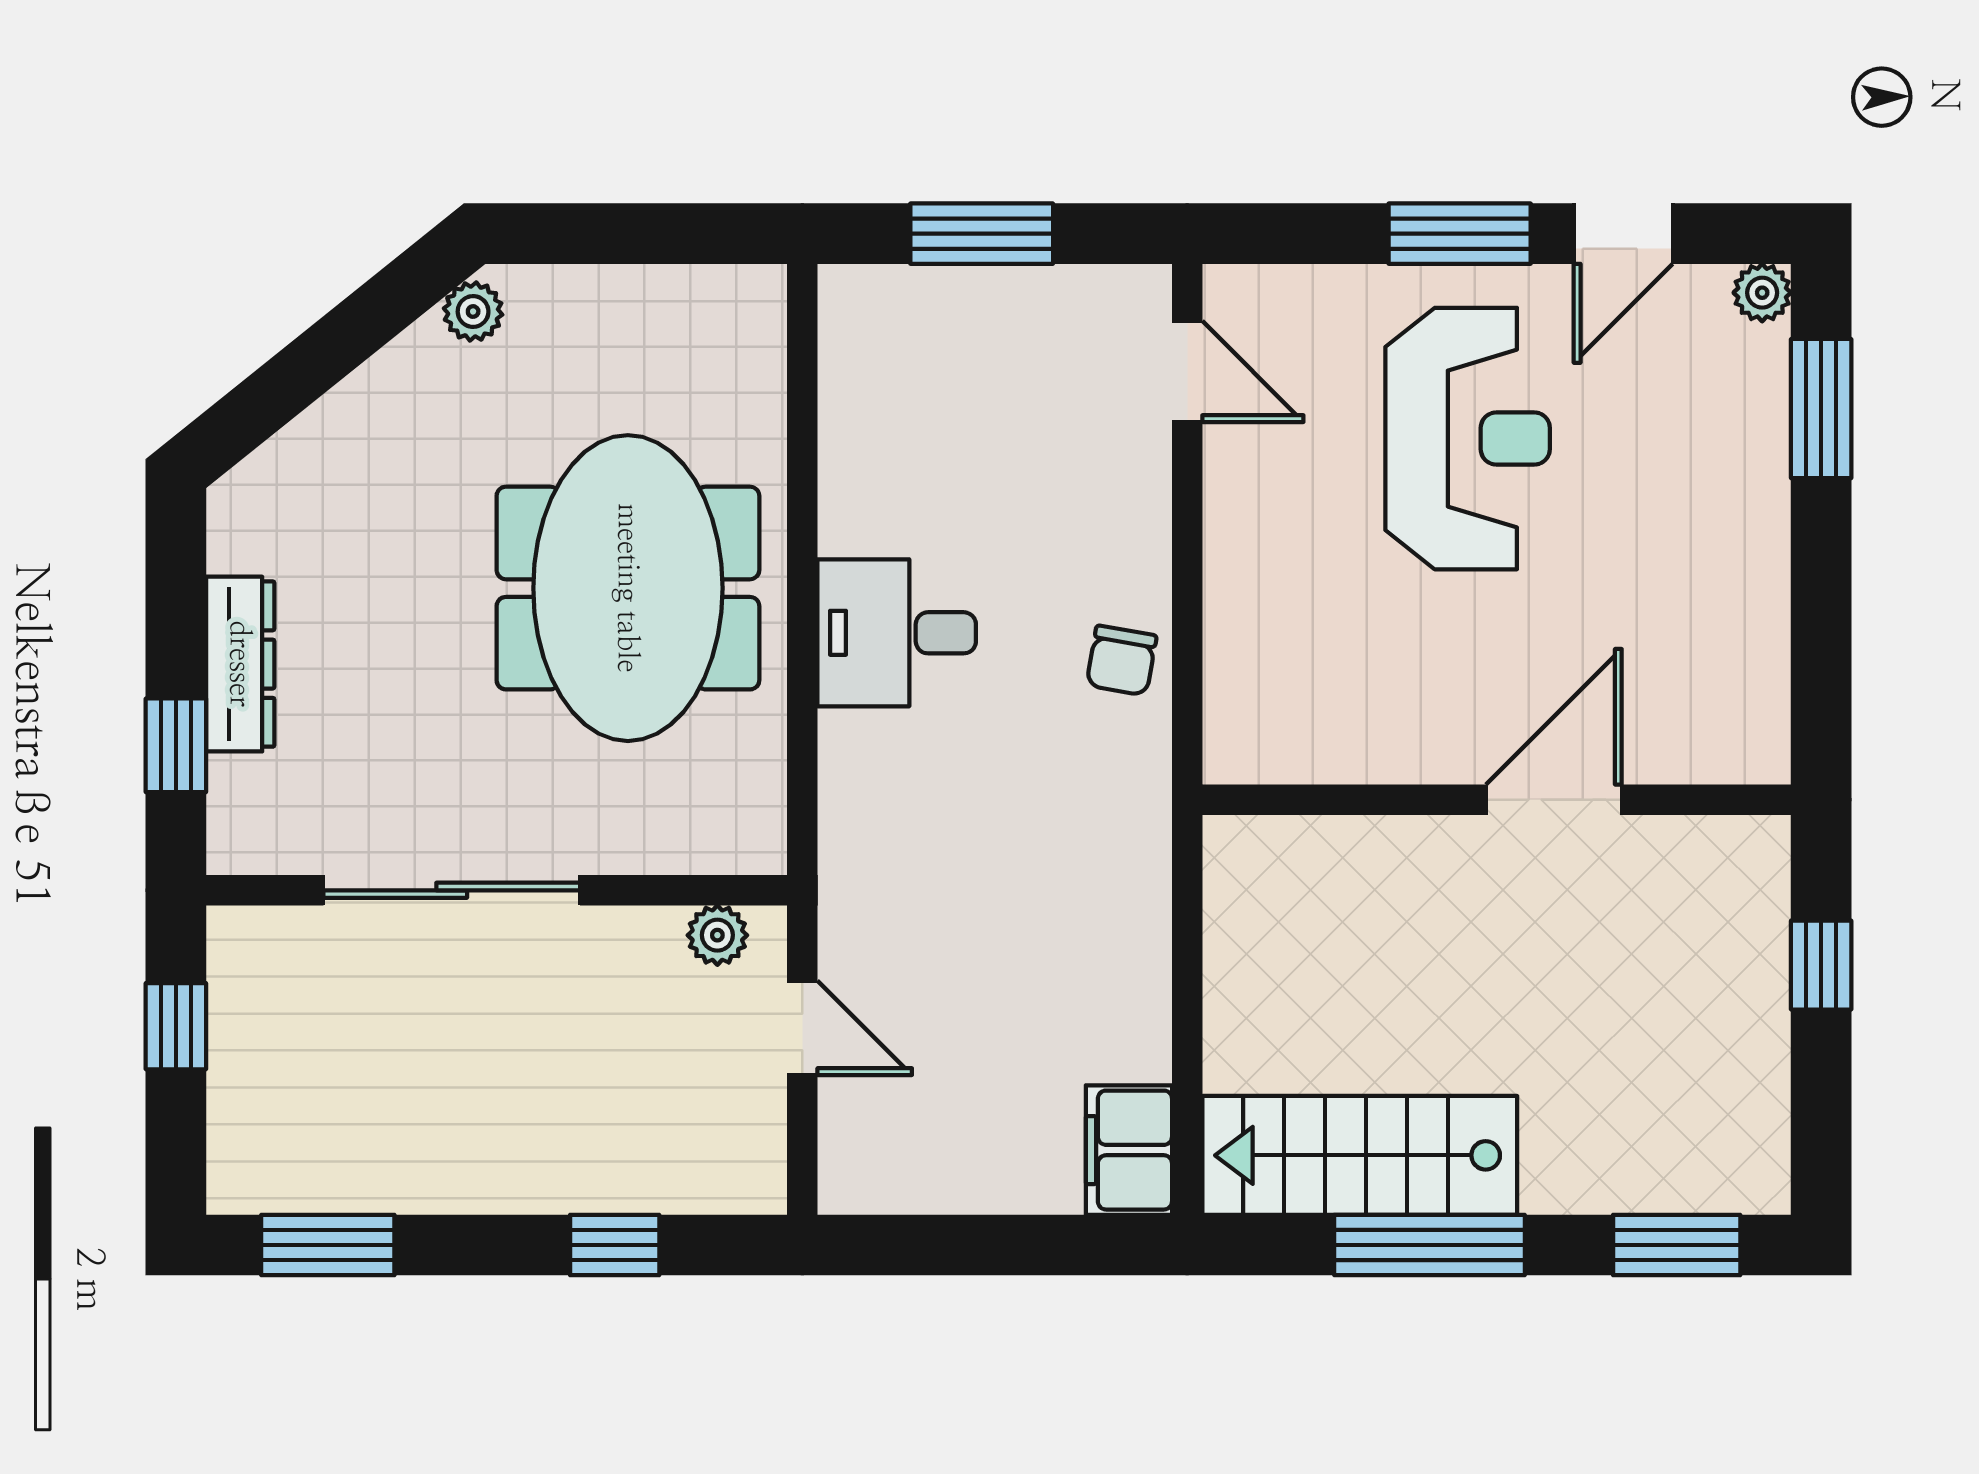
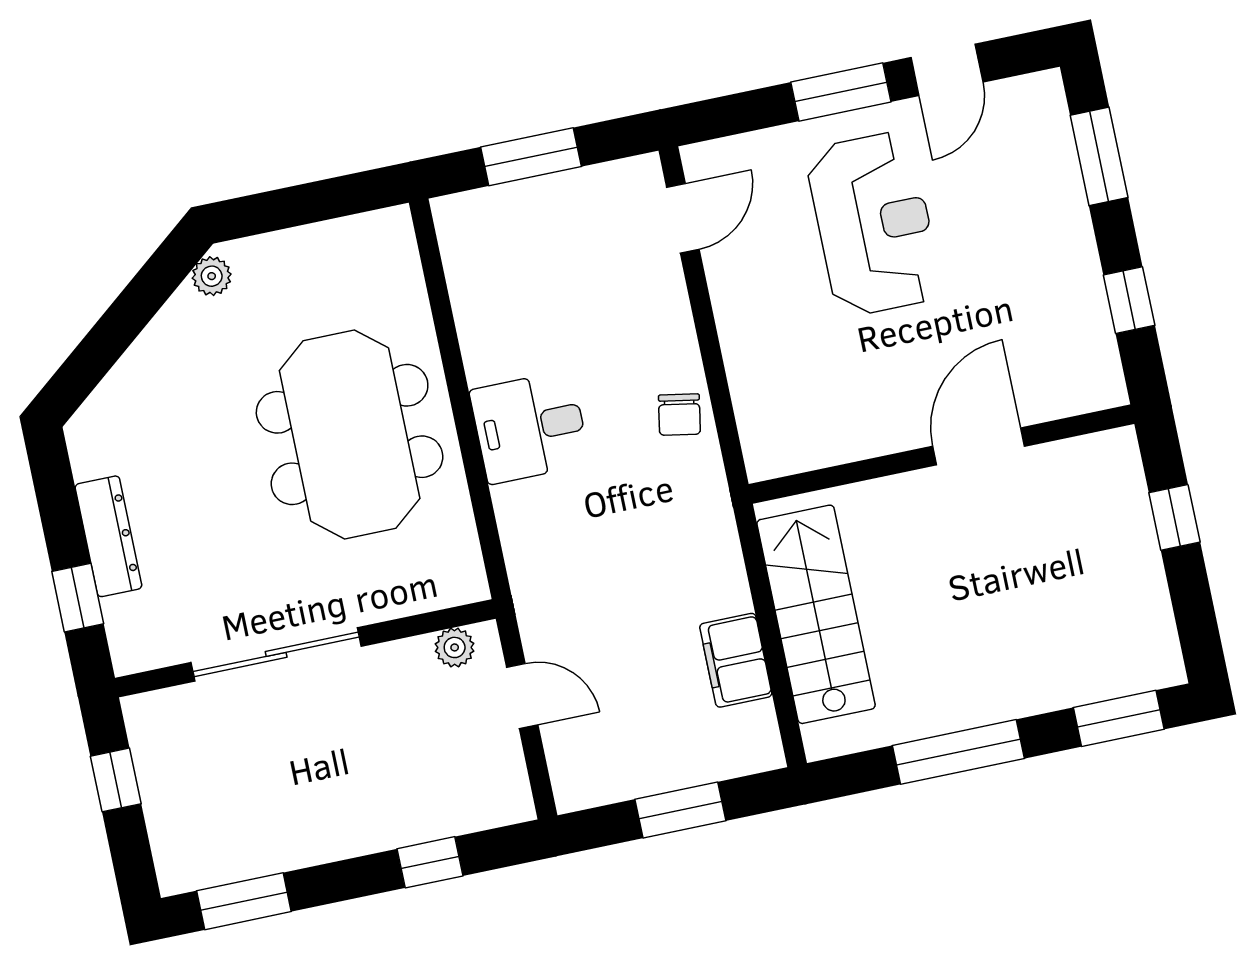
plant: (1762, 293) -> (1045, 89), removed
door: (1187, 371) -> (683, 218), hinge flipped
window: (1821, 630) -> (1129, 300), added
filing cabinet: (1129, 1150) -> (736, 660), moved
stairs: (1360, 1155) -> (816, 614), moved, turned 90
window: (1001, 1245) -> (680, 810), added

